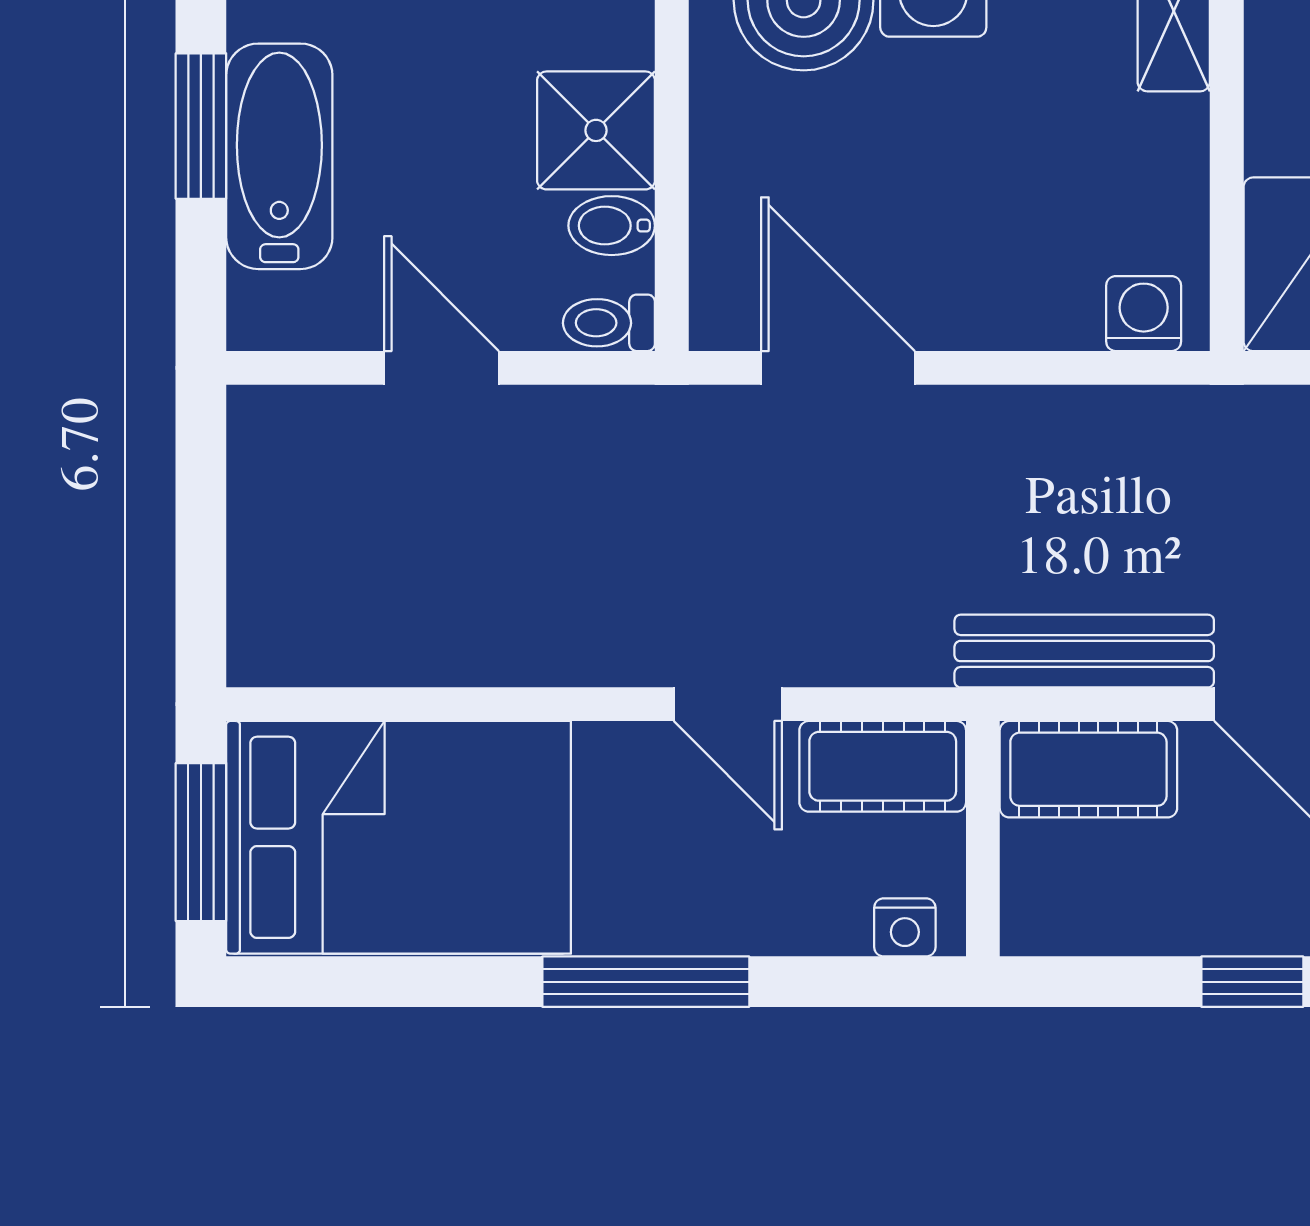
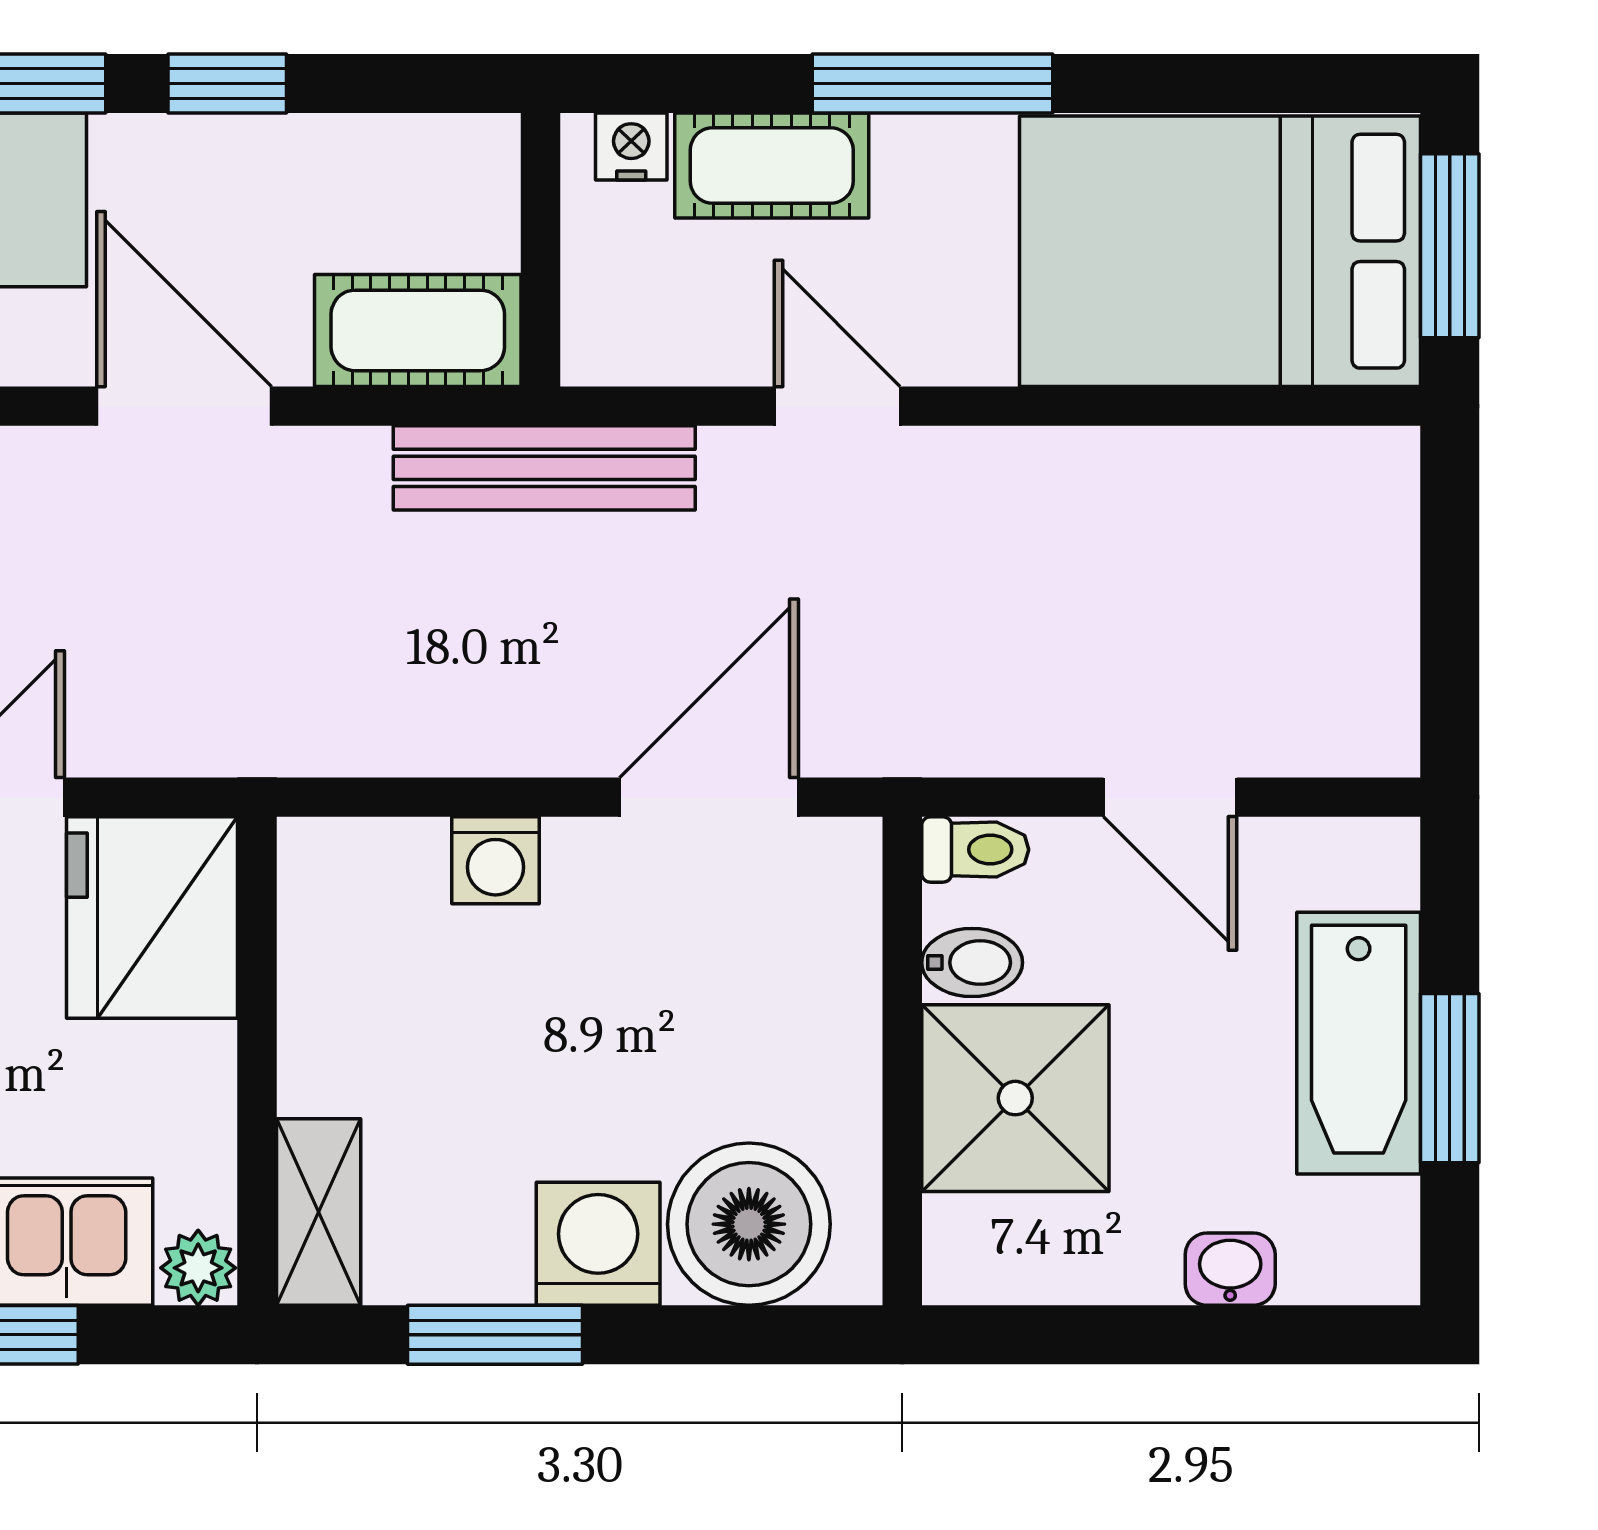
shower: (596, 130) -> (1015, 1098), width x1.36, depth x1.36
washing machine: (1144, 314) -> (495, 860), moved
door: (838, 368) -> (709, 797), swing flipped
bench: (1084, 651) -> (544, 468), moved
cot: (883, 766) -> (772, 165), moved

